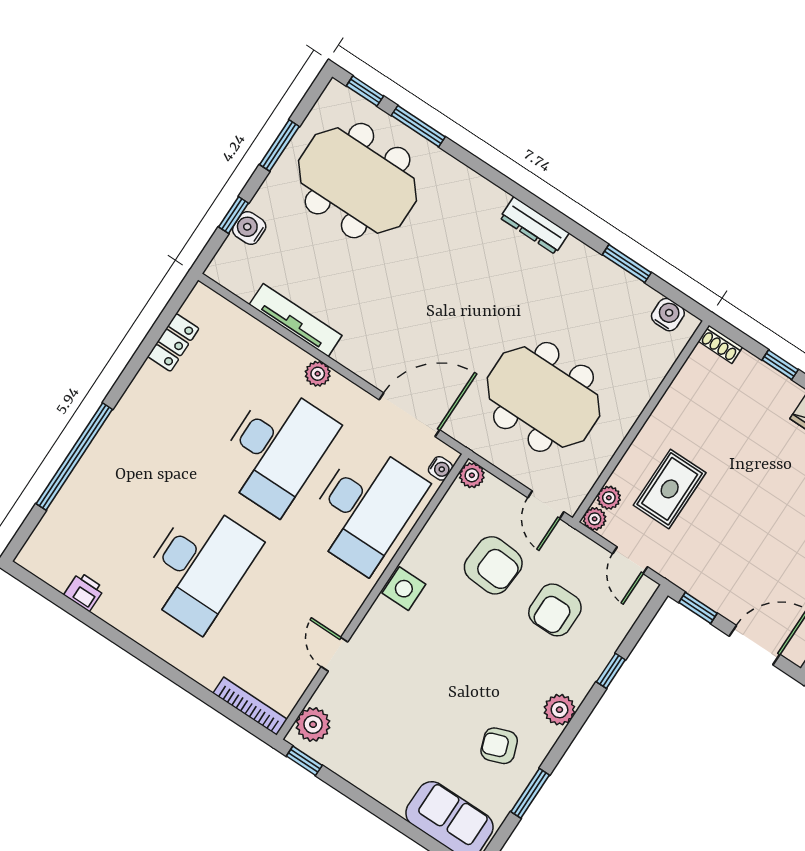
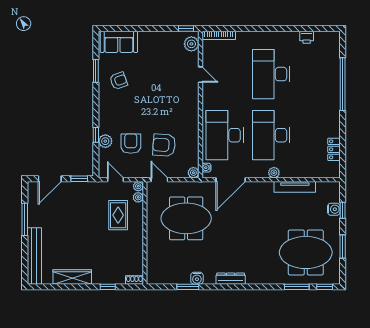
water cooler: (668, 315) -> (197, 278), moved
side table: (404, 589) -> (191, 115), removed
plant: (559, 710) -> (105, 141), moved

